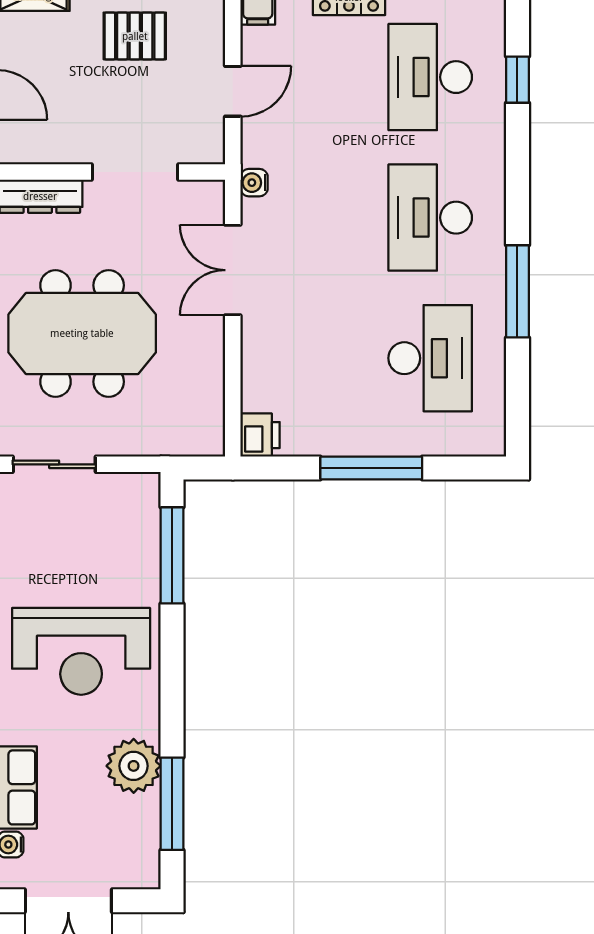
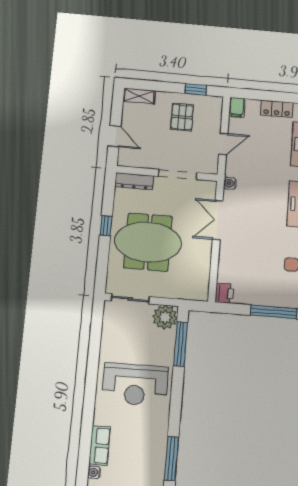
pallet: (135, 36) -> (182, 117), turned 90
plant: (134, 766) -> (165, 317), moved

